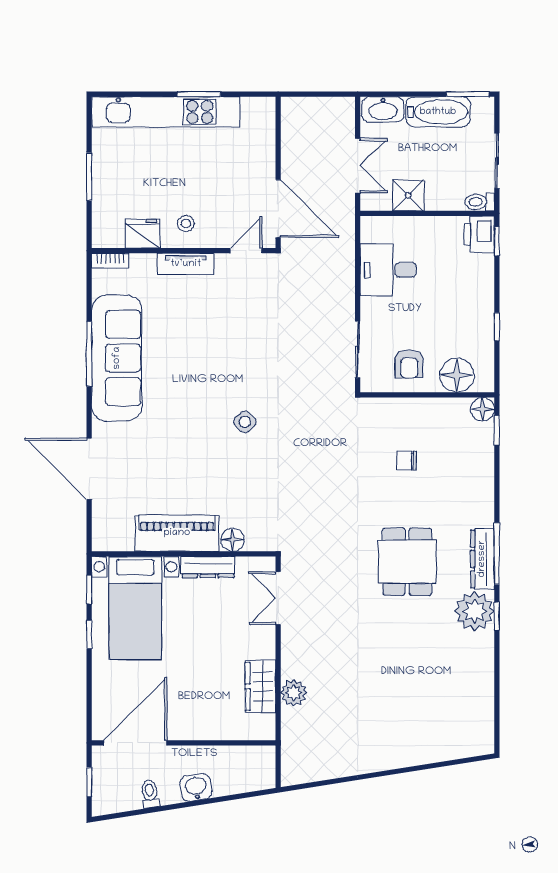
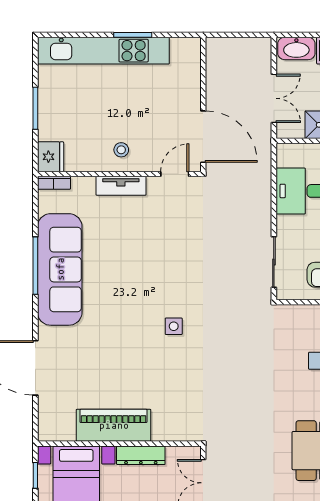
fridge: (142, 234) -> (51, 157), moved, turned 90
side table: (245, 422) -> (174, 326), turned 45
floor lamp: (233, 540) -> (163, 431), removed

